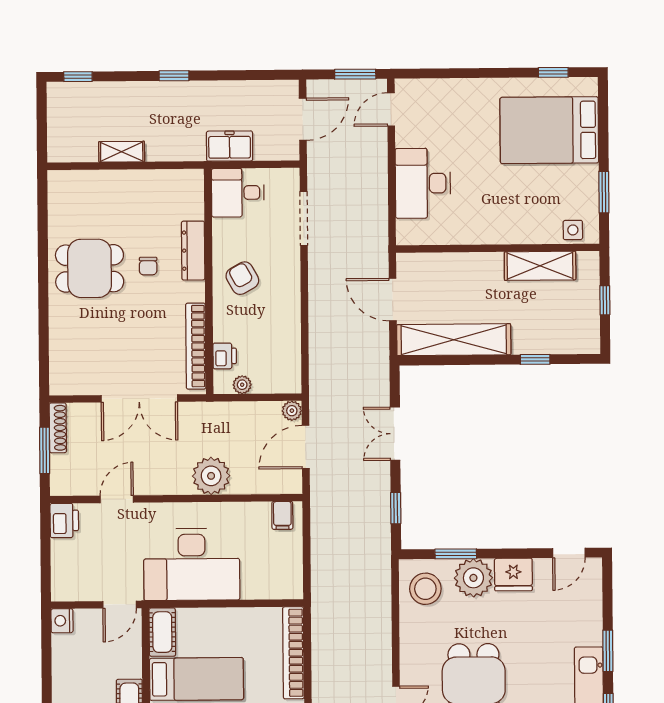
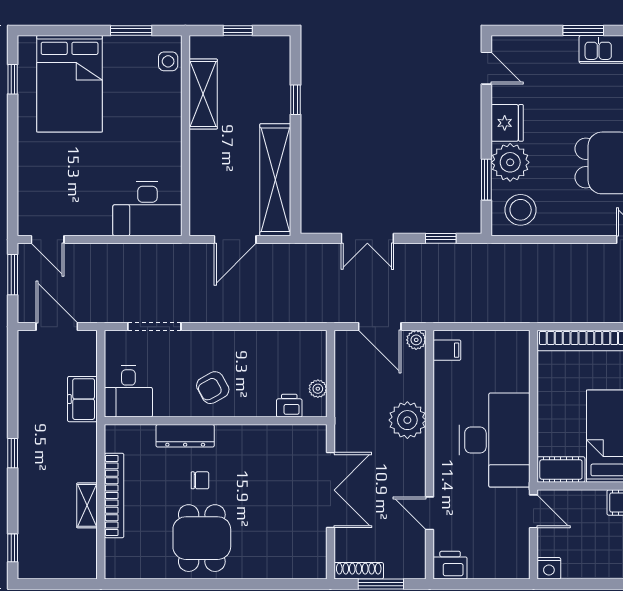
desk: (423, 183) -> (147, 209), moved
bookcase: (196, 346) -> (114, 495), moved, turned -90
plant: (292, 411) -> (416, 340), moved

